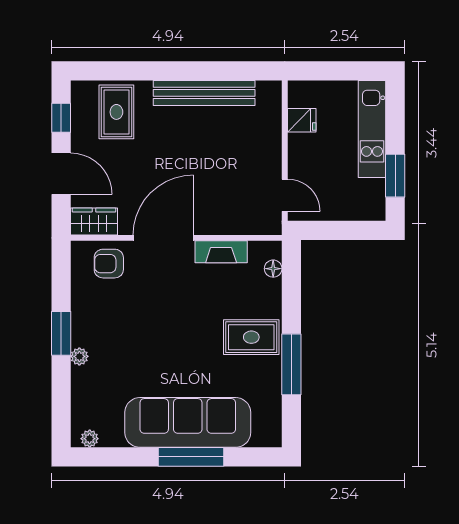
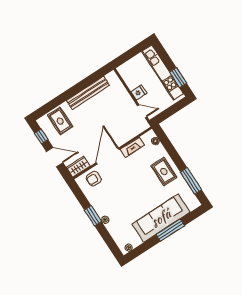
fridge: (302, 120) -> (139, 92), moved
kitchen unit: (372, 129) -> (163, 72), width x1.36
rug: (251, 337) -> (164, 172), turned 90
window: (291, 364) -> (191, 181), moved

